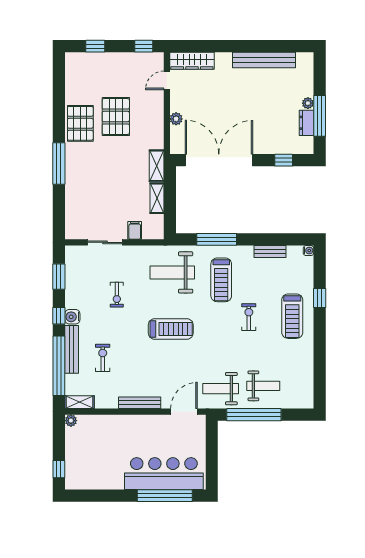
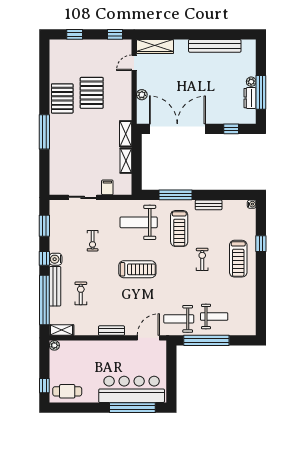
bench: (270, 251) -> (209, 205), moved
bench: (140, 403) -> (111, 331), width x0.73
cafe table: (86, 476) -> (67, 391), added

